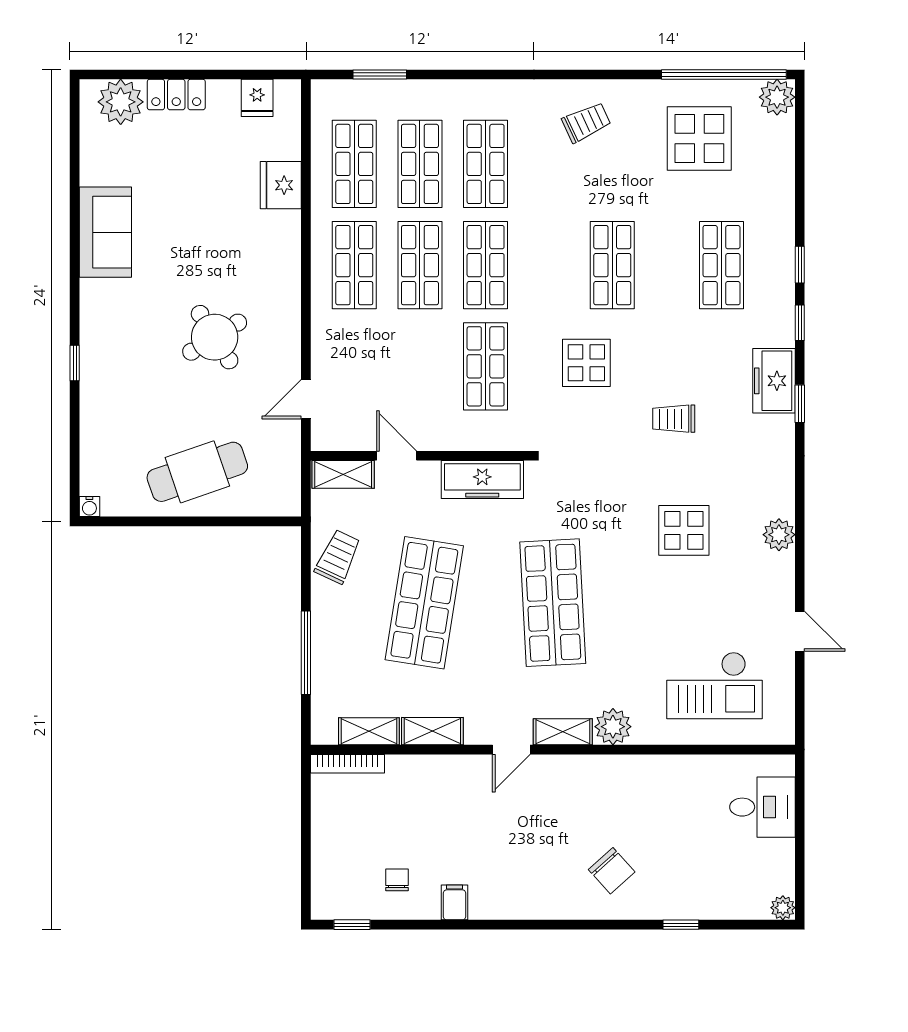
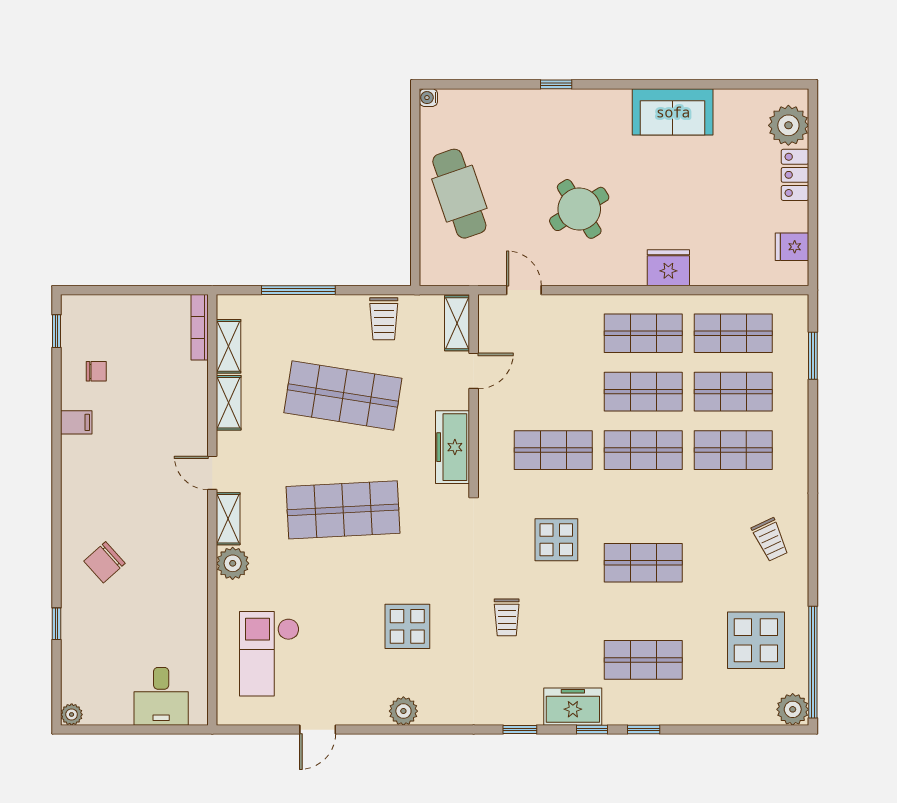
fridge: (281, 185) -> (668, 268), moved
freezer: (774, 381) -> (573, 707), moved
trolley: (674, 419) -> (507, 617), turned 180
trolley: (338, 557) -> (384, 319), turned 65

